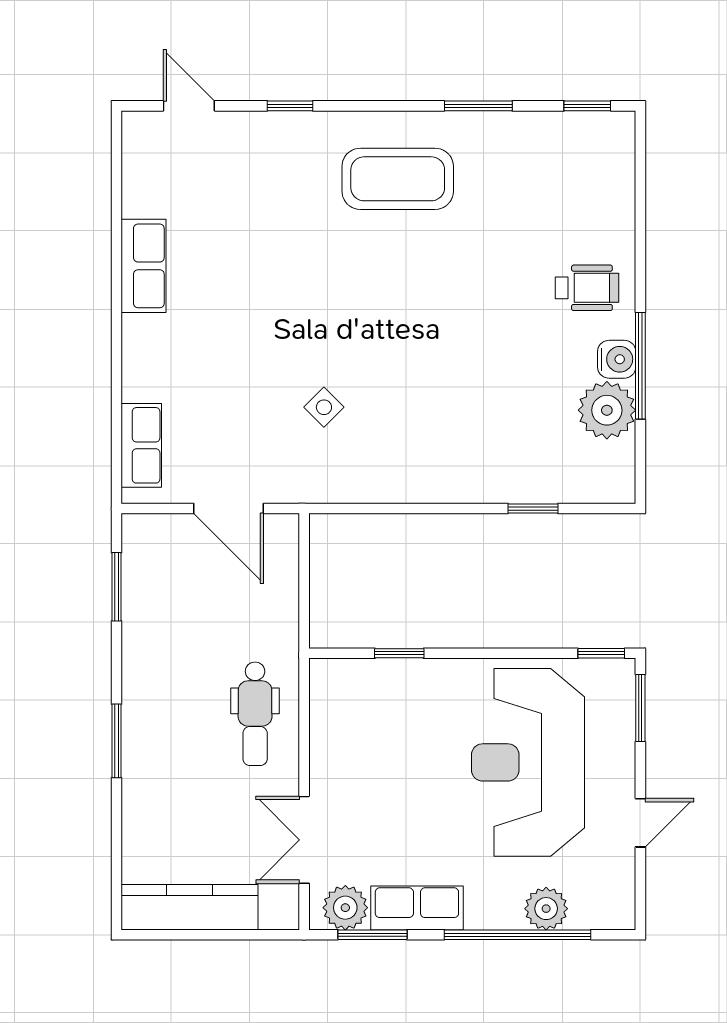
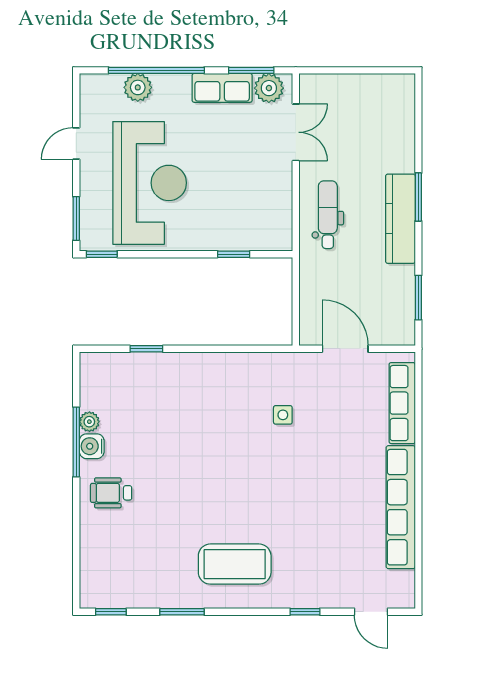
row of seats: (143, 266) -> (401, 507), width x2.02
side table: (324, 407) -> (283, 415), turned 45
plant: (607, 410) -> (89, 422), width x0.53, depth x0.53
row of seats: (141, 445) -> (402, 403), width x1.48
kitchen counter: (190, 907) -> (400, 219), moved, turned 90

